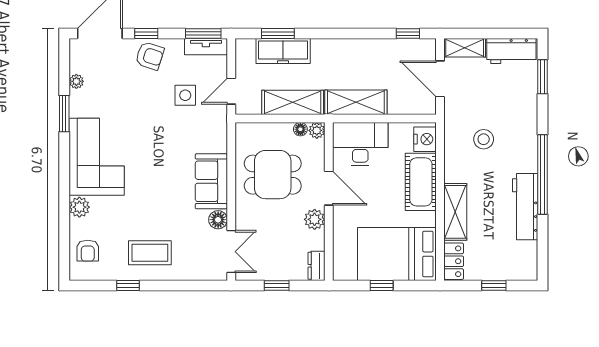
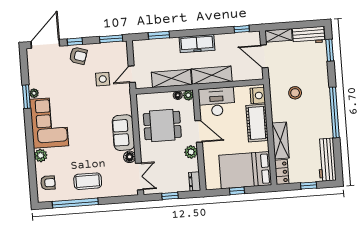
tv unit: (206, 47) -> (114, 47), removed
freezer: (283, 51) -> (197, 44), moved
plant: (76, 81) -> (34, 93), moved
workbench: (525, 207) -> (327, 160), moved
armchair: (88, 251) -> (48, 183), turned -90
window: (128, 285) -> (75, 203), width x3.17

